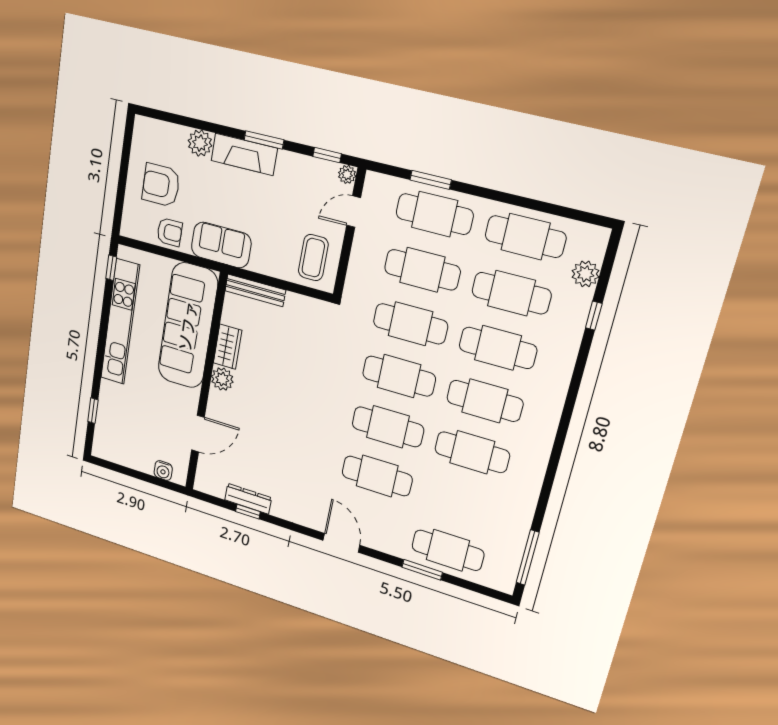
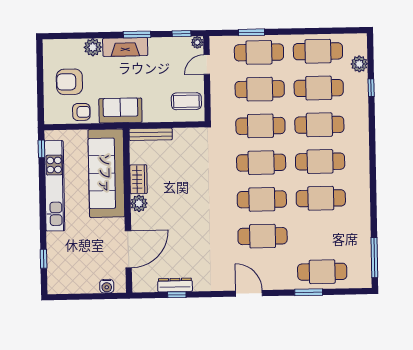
coffee table: (313, 258) -> (186, 101), turned 90
door: (198, 434) -> (128, 249), width x1.36

